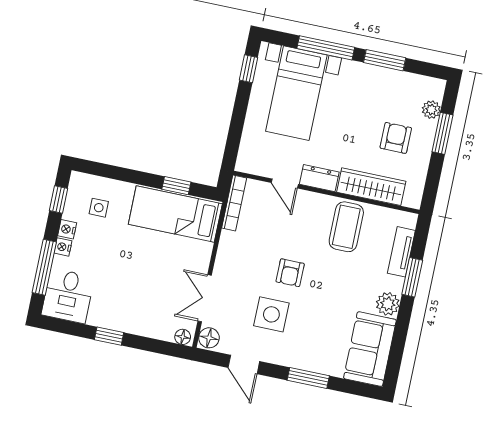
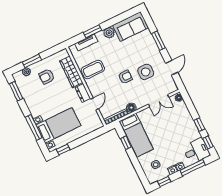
window: (385, 60) -> (16, 91), moved
window: (67, 327) -> (208, 142), added
floor lamp: (209, 338) -> (131, 108), moved

